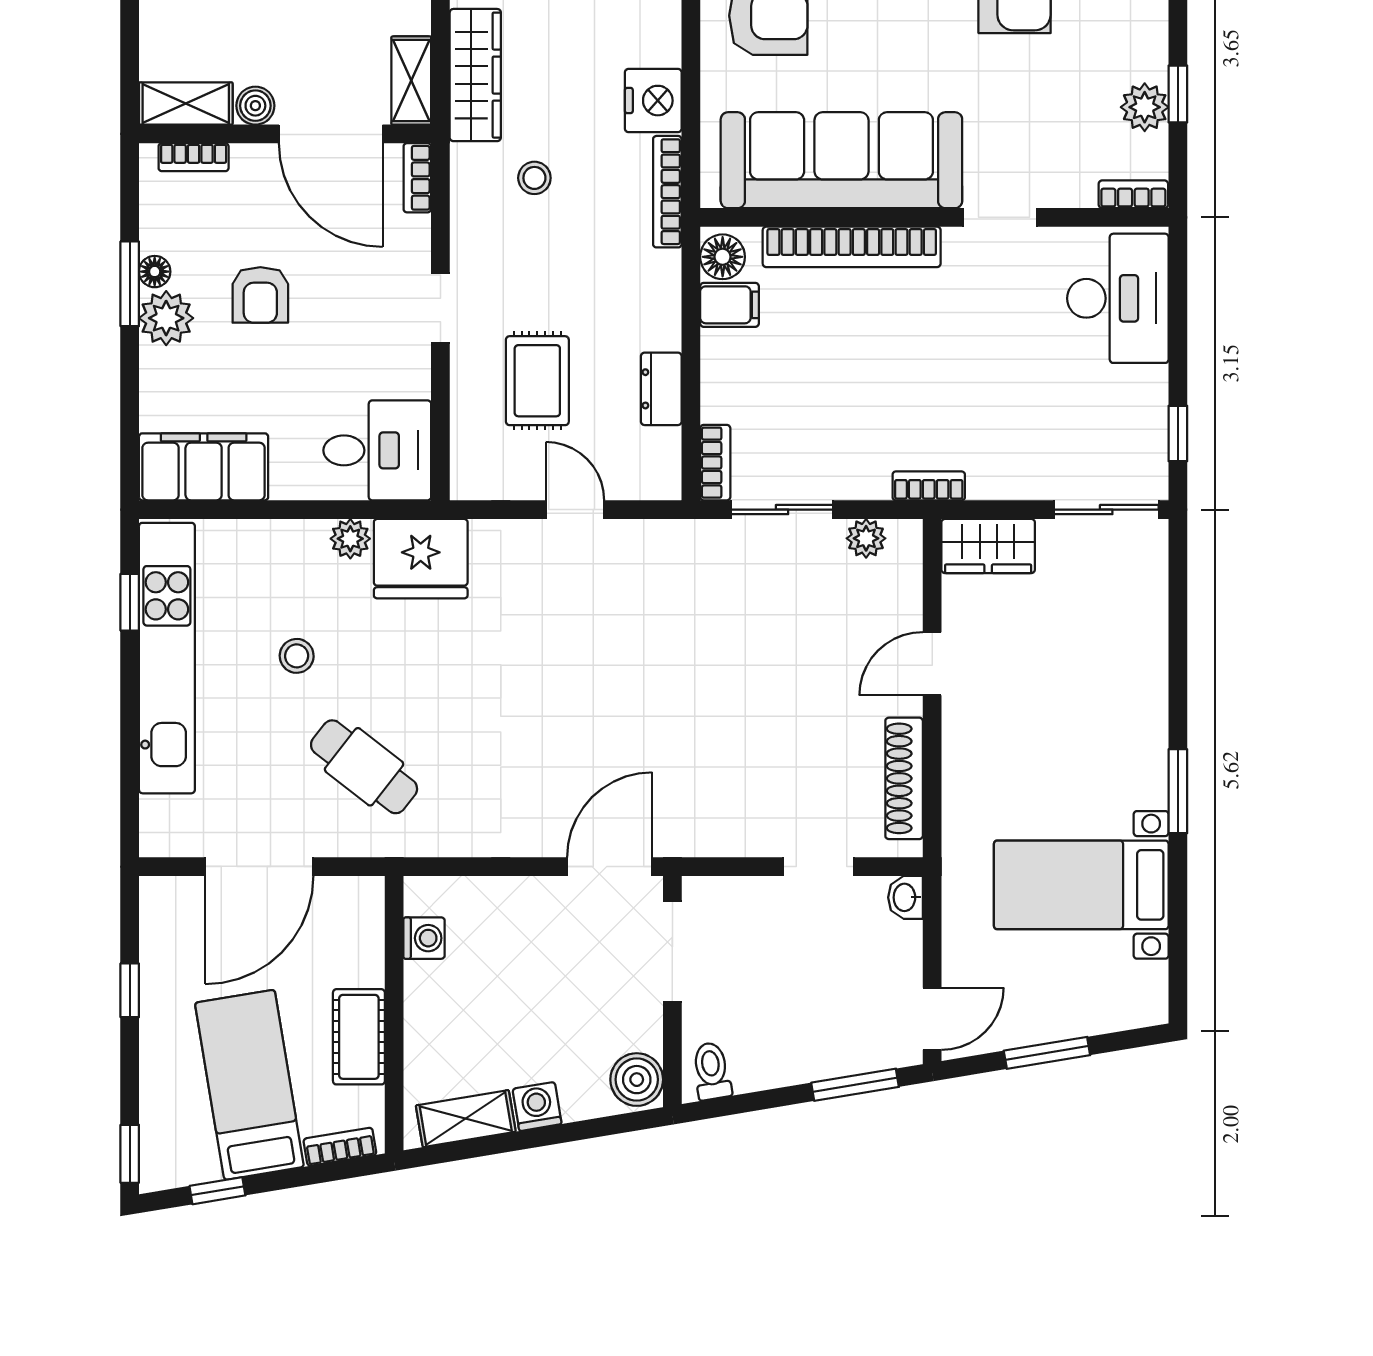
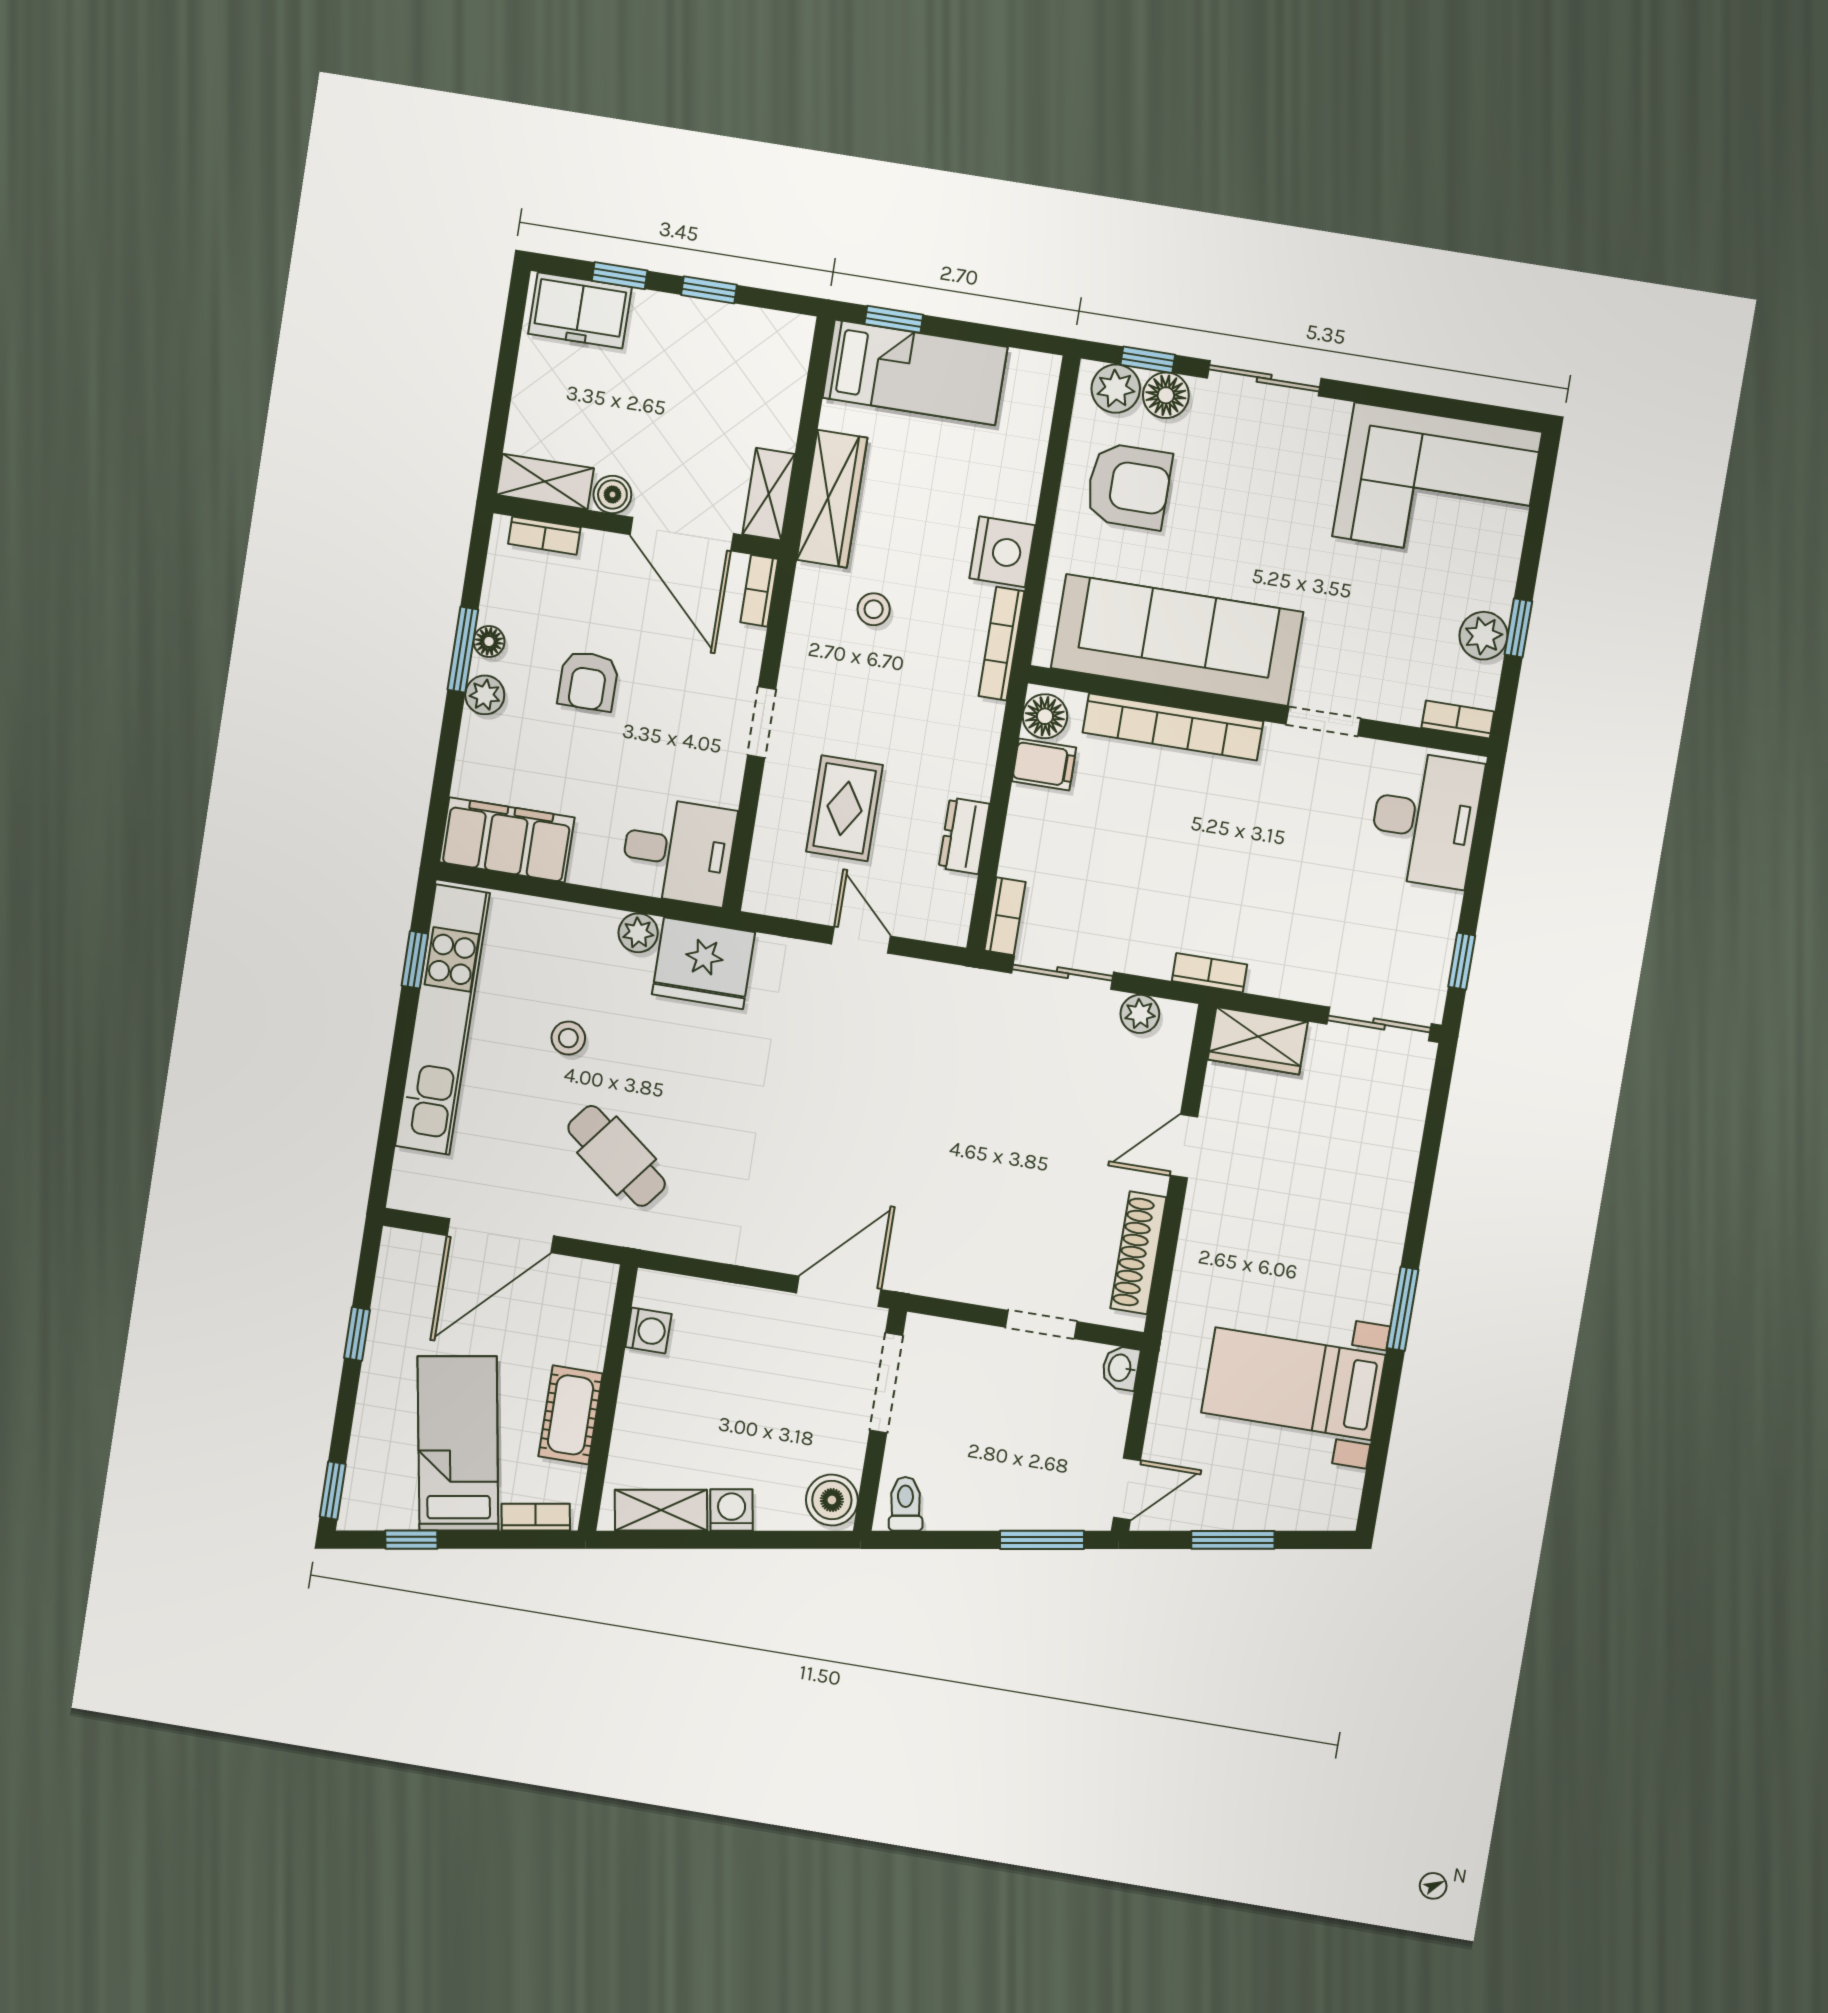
plant: (166, 318) -> (485, 695), width x0.73, depth x0.73

